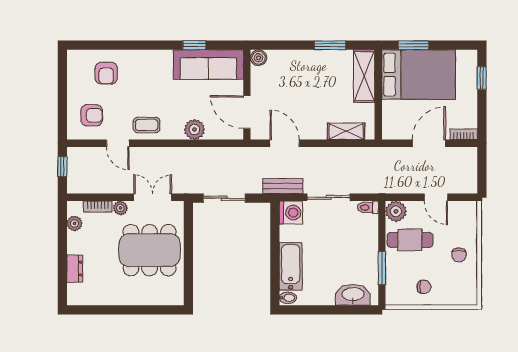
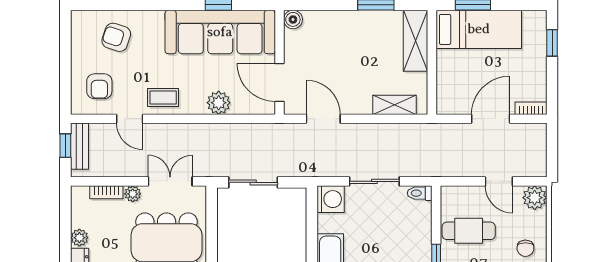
sofa: (208, 65) -> (220, 32), width x1.36, depth x1.27
armchair: (106, 73) -> (116, 37), turned 108
bed: (419, 75) -> (479, 29), width x0.67
armchair: (92, 115) -> (99, 86), turned 90
bench: (283, 186) -> (79, 146), moved, turned 90
plant: (396, 211) -> (535, 198), moved
plant: (74, 223) -> (79, 238), moved

